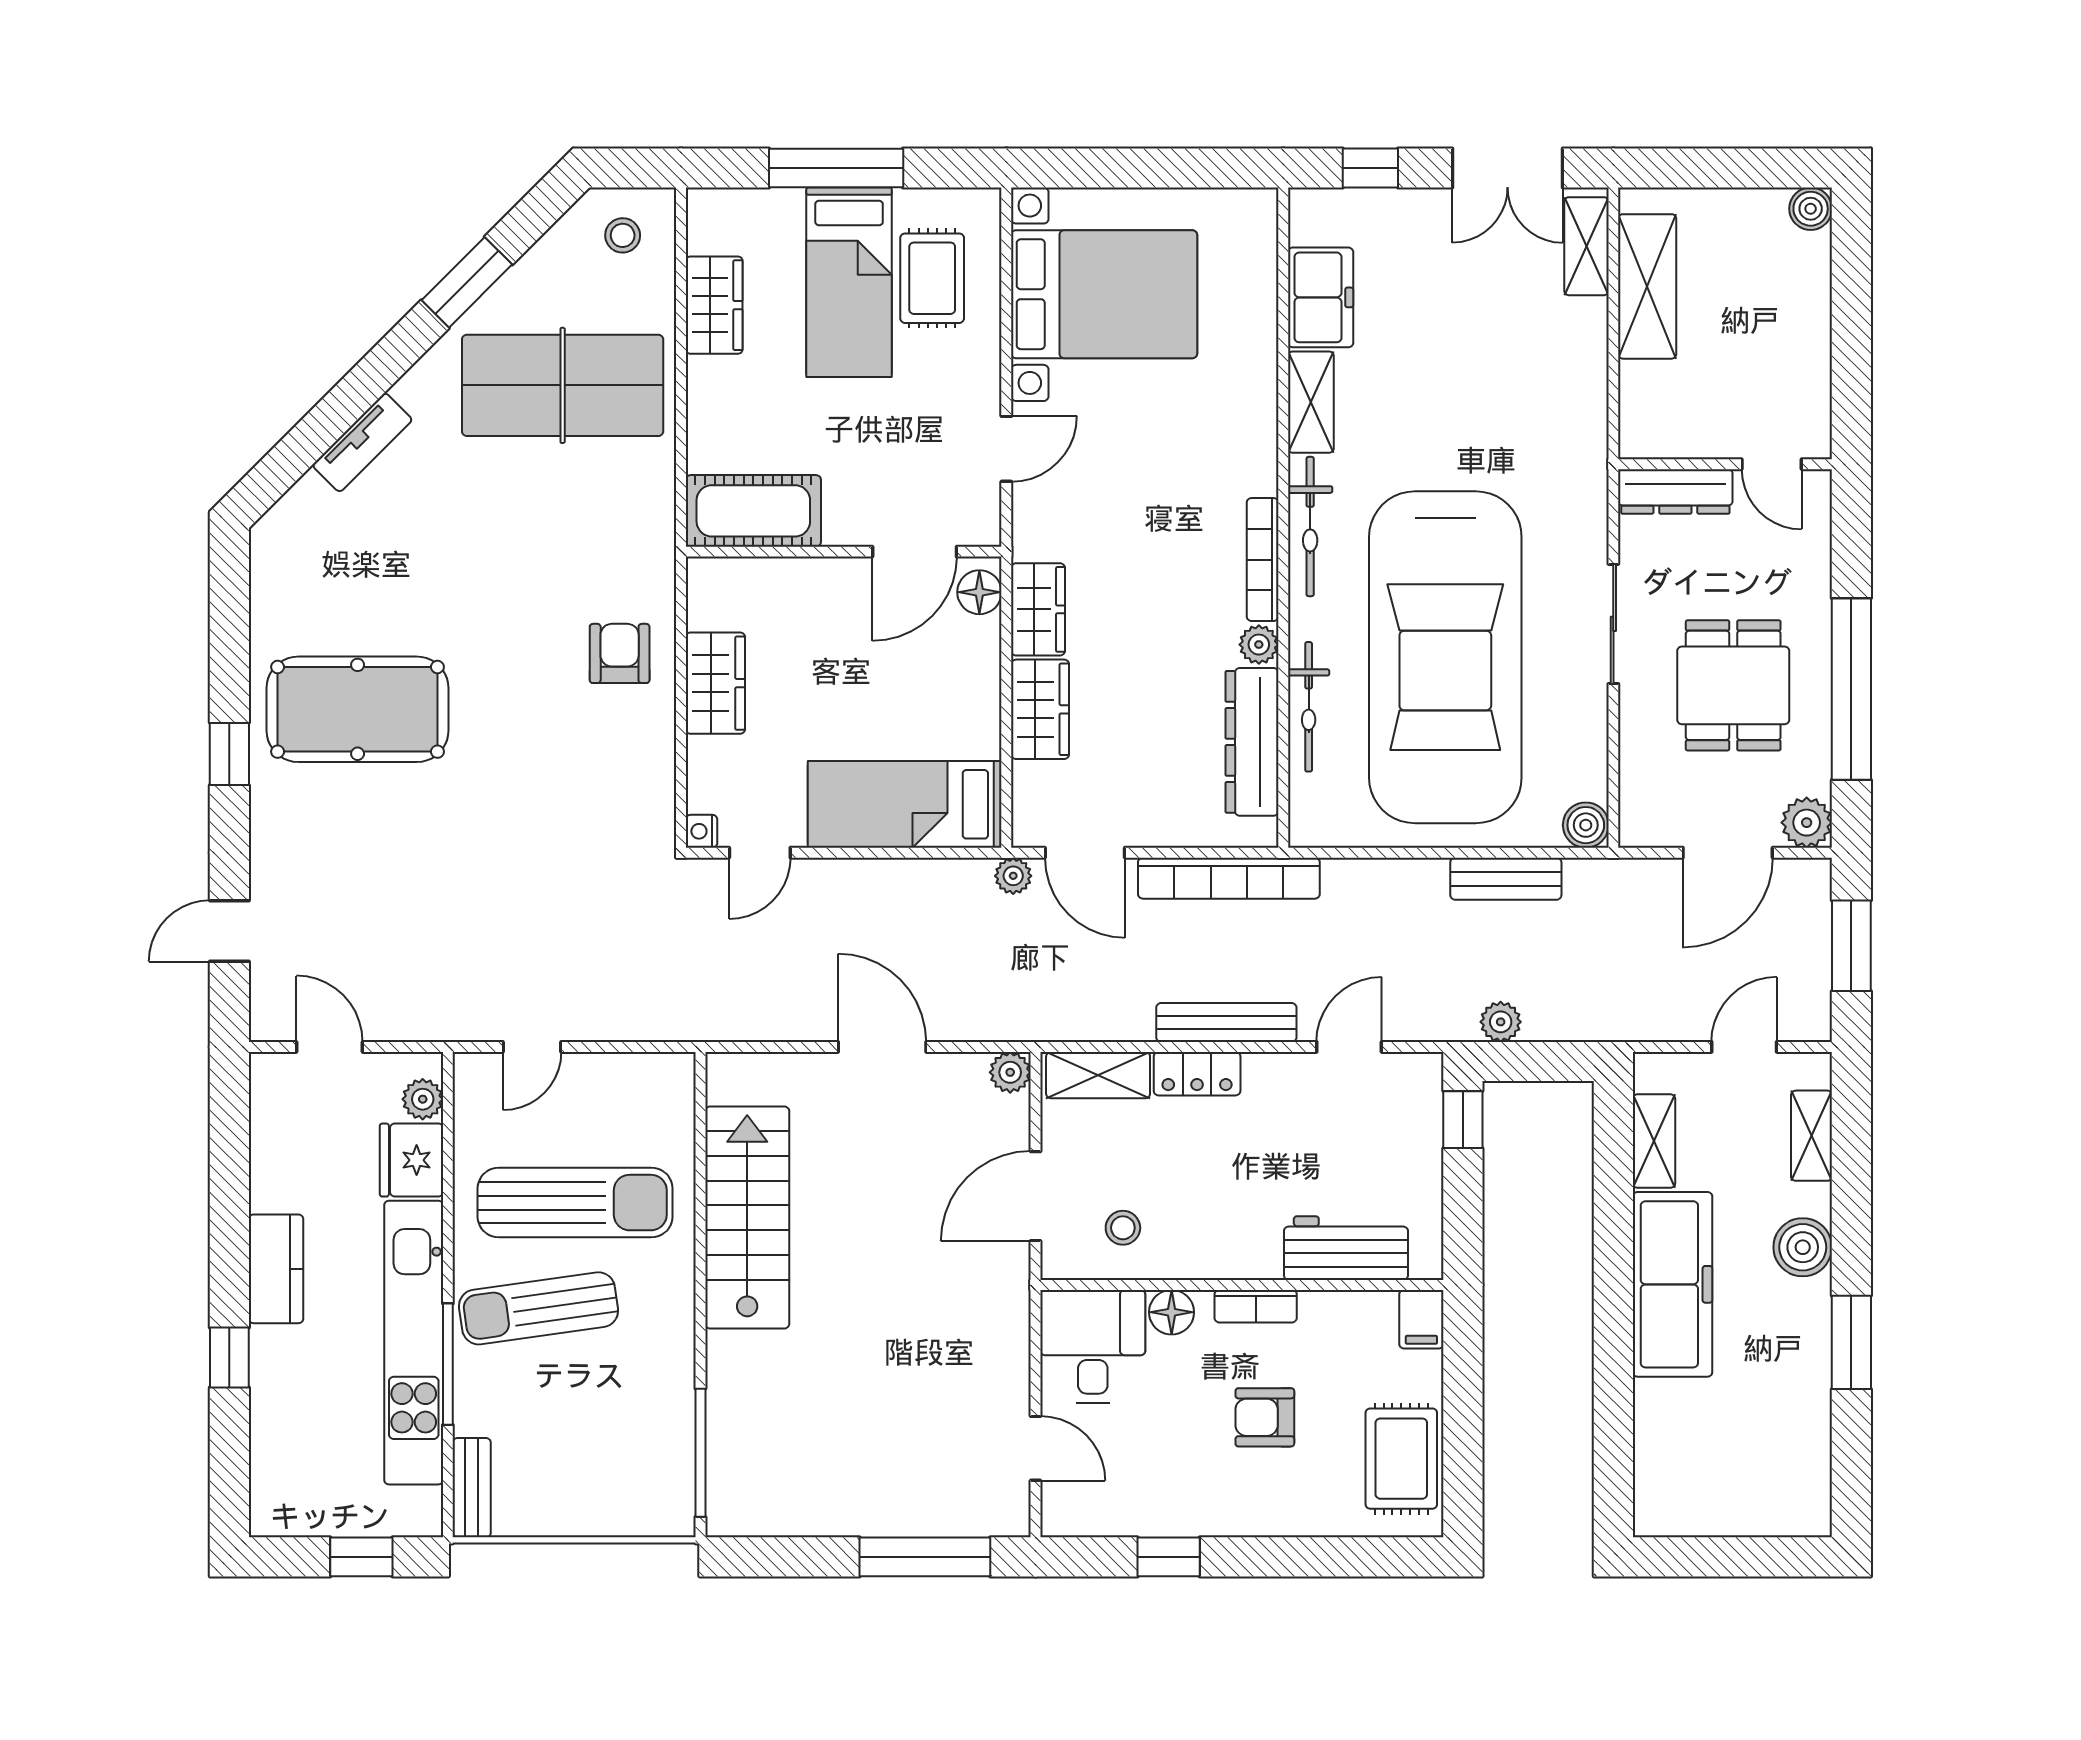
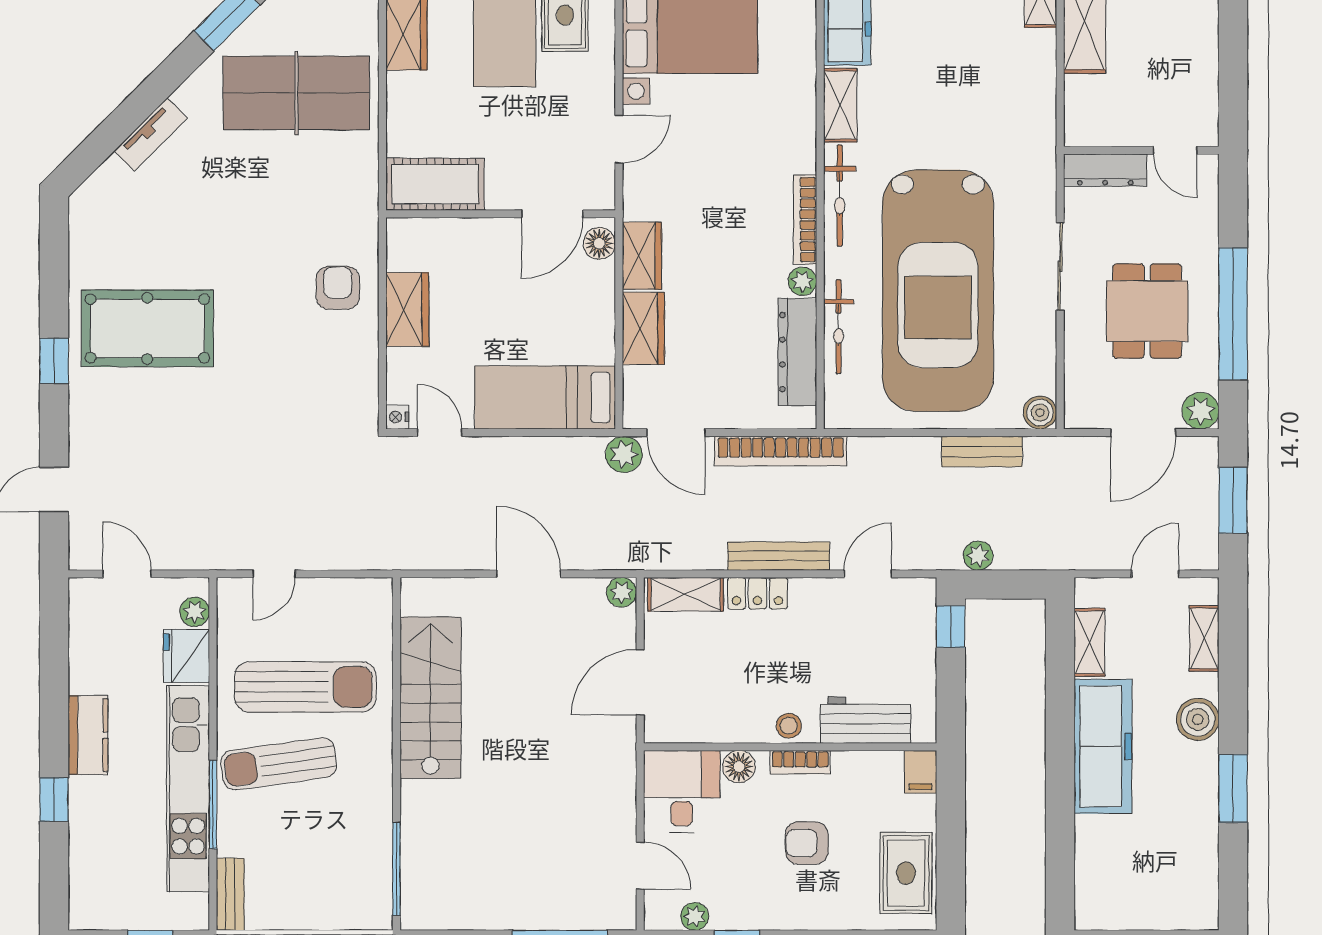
door: (760, 853) -> (440, 433), swing flipped
plant: (1013, 876) -> (624, 454), width x1.38, depth x1.38
stool: (1123, 1228) -> (789, 726), moved
plant: (1111, 1518) -> (695, 916), added

